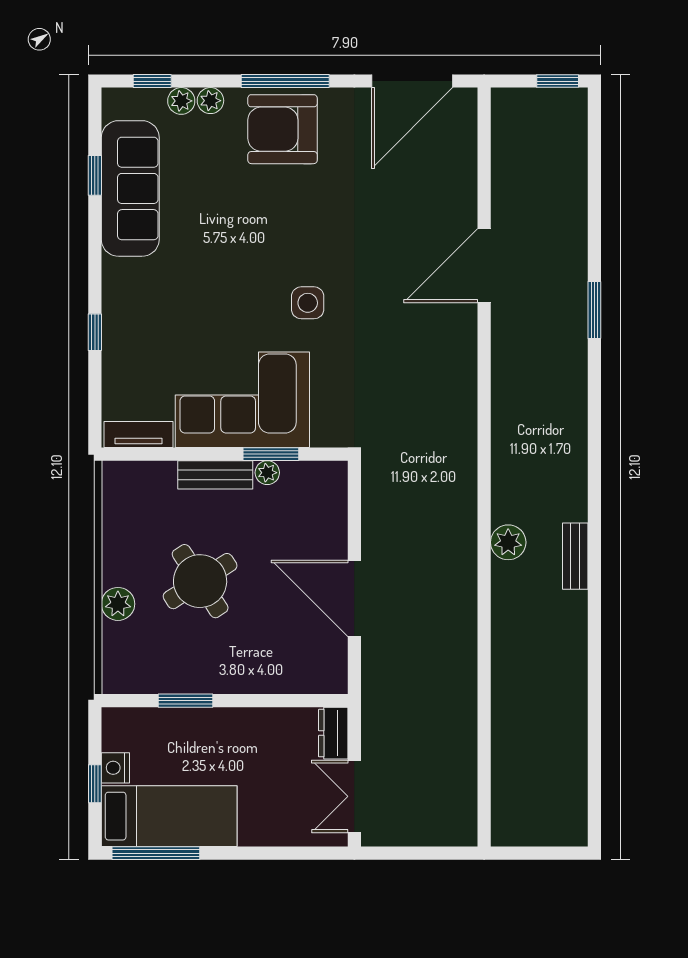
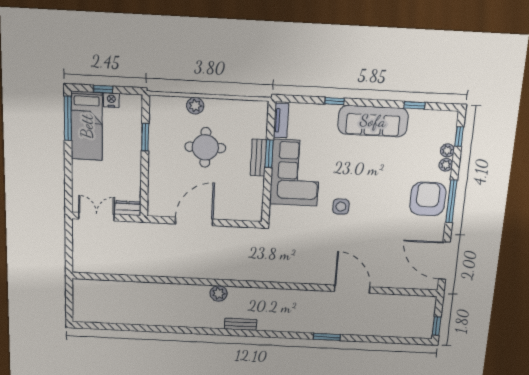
sofa: (130, 188) -> (373, 121), moved
window: (271, 454) -> (269, 154), moved
plant: (267, 473) -> (258, 183), removed
bench: (575, 556) -> (241, 324), moved
round table: (200, 581) -> (205, 147), turned 33

